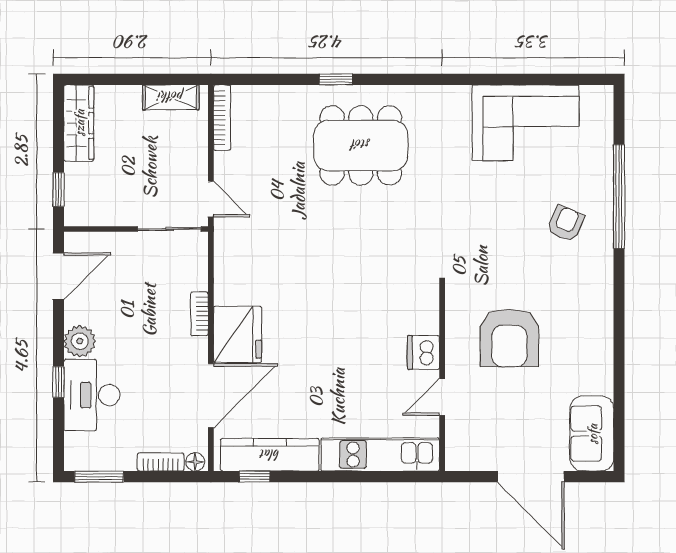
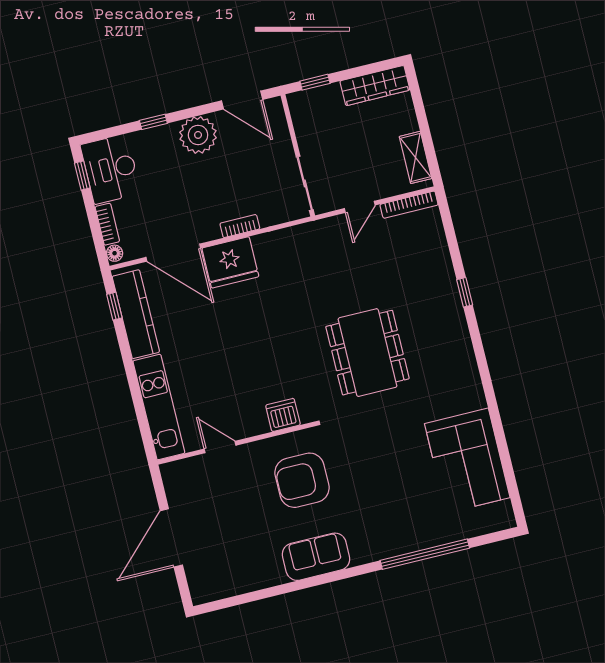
dining table: (361, 145) -> (367, 353), moved
door: (211, 199) -> (360, 207), moved
armchair: (566, 224) -> (391, 515), removed
armchair: (509, 338) -> (302, 480), moved
plant: (80, 341) -> (198, 135), width x1.36, depth x1.36
dishwasher: (423, 352) -> (283, 415), moved
desk: (92, 395) -> (111, 169), moved, turned -90
sofa: (592, 434) -> (316, 557), moved
window: (99, 477) -> (82, 176), width x0.67

